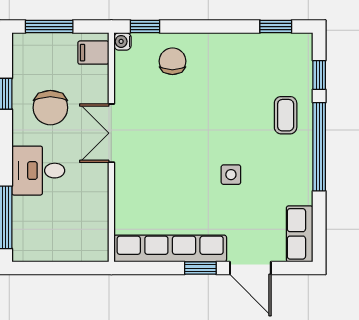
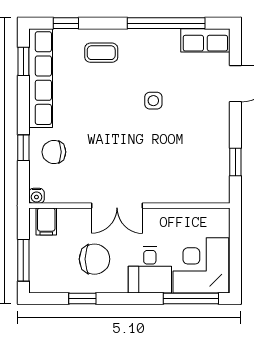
window: (145, 27) -> (23, 148), moved
window: (319, 147) -> (166, 23), moved
corner desk: (43, 229) -> (201, 265), added
row of seats: (170, 248) -> (41, 78), moved, turned 180
window: (200, 268) -> (235, 162), moved

